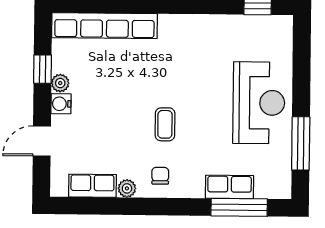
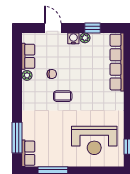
reception desk: (259, 103) -> (94, 140), moved
chair: (160, 176) -> (52, 74), moved
row of seats: (229, 187) -> (28, 153), moved

